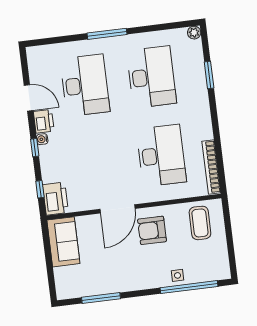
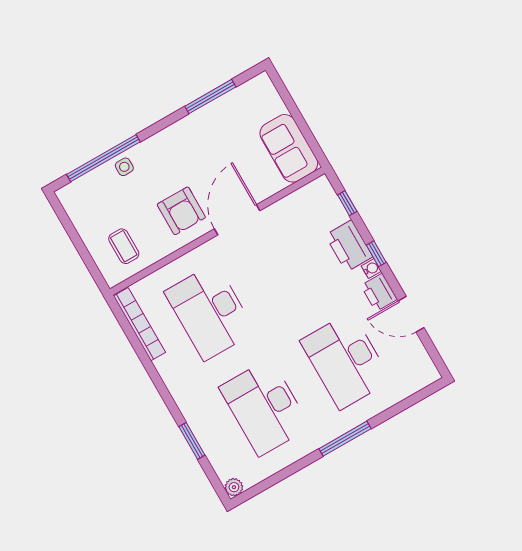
printer: (55, 199) -> (349, 246), moved
coffee table: (200, 223) -> (124, 246), width x0.73, depth x0.77
armchair: (152, 230) -> (181, 211), turned 90

